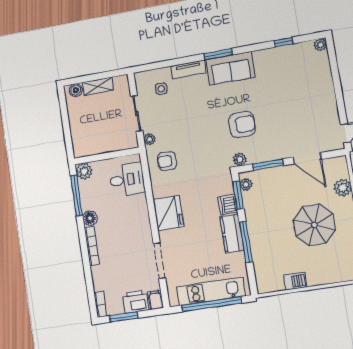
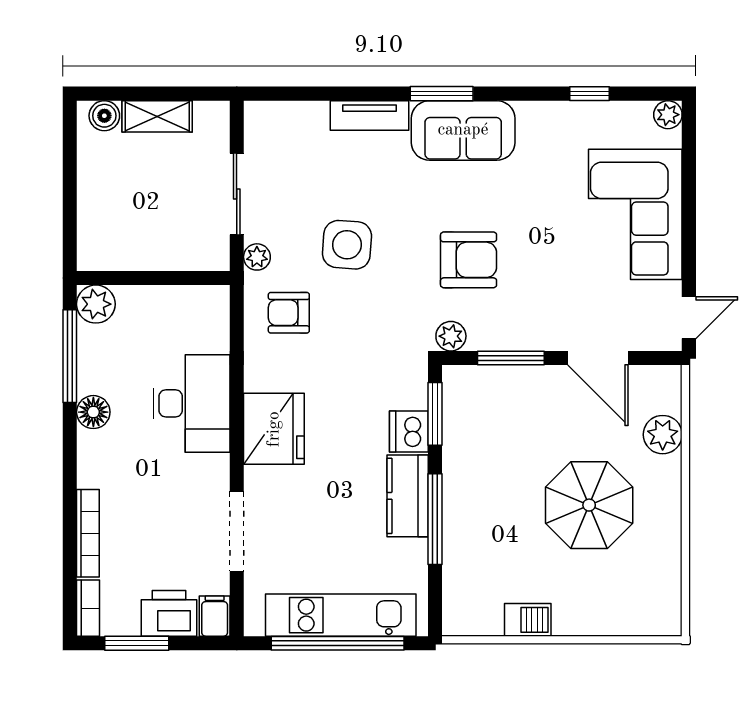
side table: (161, 89) -> (347, 245), moved, width x1.87, depth x1.87
corner sofa: (313, 91) -> (635, 214), added
desk: (127, 179) -> (191, 403), moved, width x1.37
plant: (246, 184) -> (456, 393), removed
bookcase: (92, 246) -> (88, 533), moved

